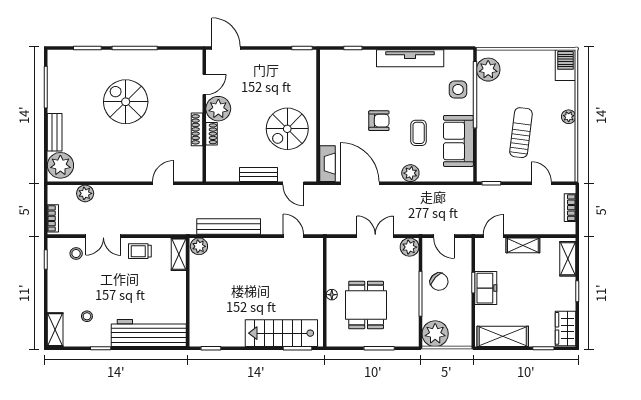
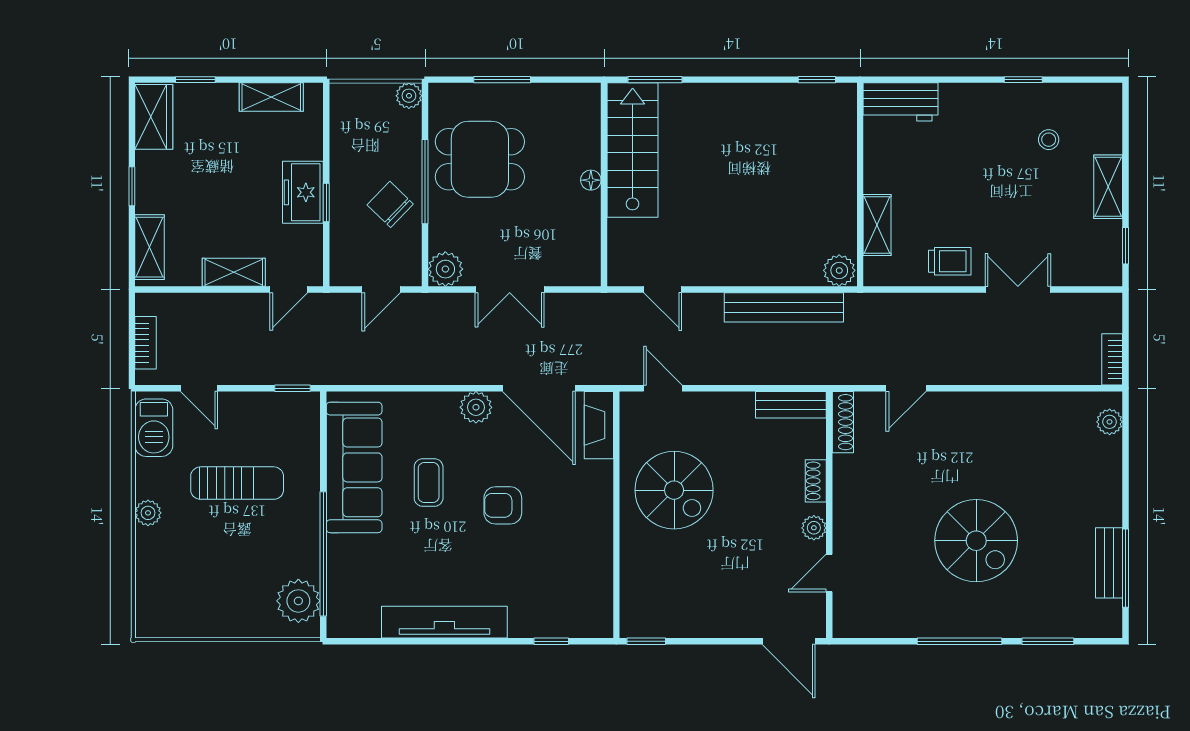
barbecue: (565, 65) -> (154, 428), moved
side table: (458, 89) -> (355, 564), removed
plant: (218, 109) -> (814, 528), width x0.53, depth x0.53
shoe rack: (197, 129) -> (843, 422), moved
spiral stairs: (287, 129) -> (674, 490), turned 90
bench: (55, 132) -> (1109, 563), moved
sun lounger: (521, 133) -> (237, 483), turned -97
sofa: (458, 141) -> (354, 467), width x1.36
plant: (60, 165) -> (1110, 422), width x0.53, depth x0.53
plant: (410, 173) -> (476, 407), moved
bench: (258, 174) -> (791, 405), moved
plant: (85, 193) -> (1052, 369), removed
bookcase: (53, 218) -> (1112, 359), moved
door: (444, 236) -> (381, 289), swing flipped
stool: (76, 253) -> (1069, 257), removed
shelving: (179, 254) -> (877, 225), moved
dining table: (366, 305) -> (480, 159), moved, turned 90
shelving: (55, 330) -> (1108, 187), moved
workbench: (149, 333) -> (901, 102), width x0.53, depth x0.76
stairs: (281, 333) -> (633, 150), moved, turned -90
plant: (435, 334) -> (409, 96), width x0.53, depth x0.53
shelving: (503, 336) -> (271, 97), width x0.67, depth x0.75

